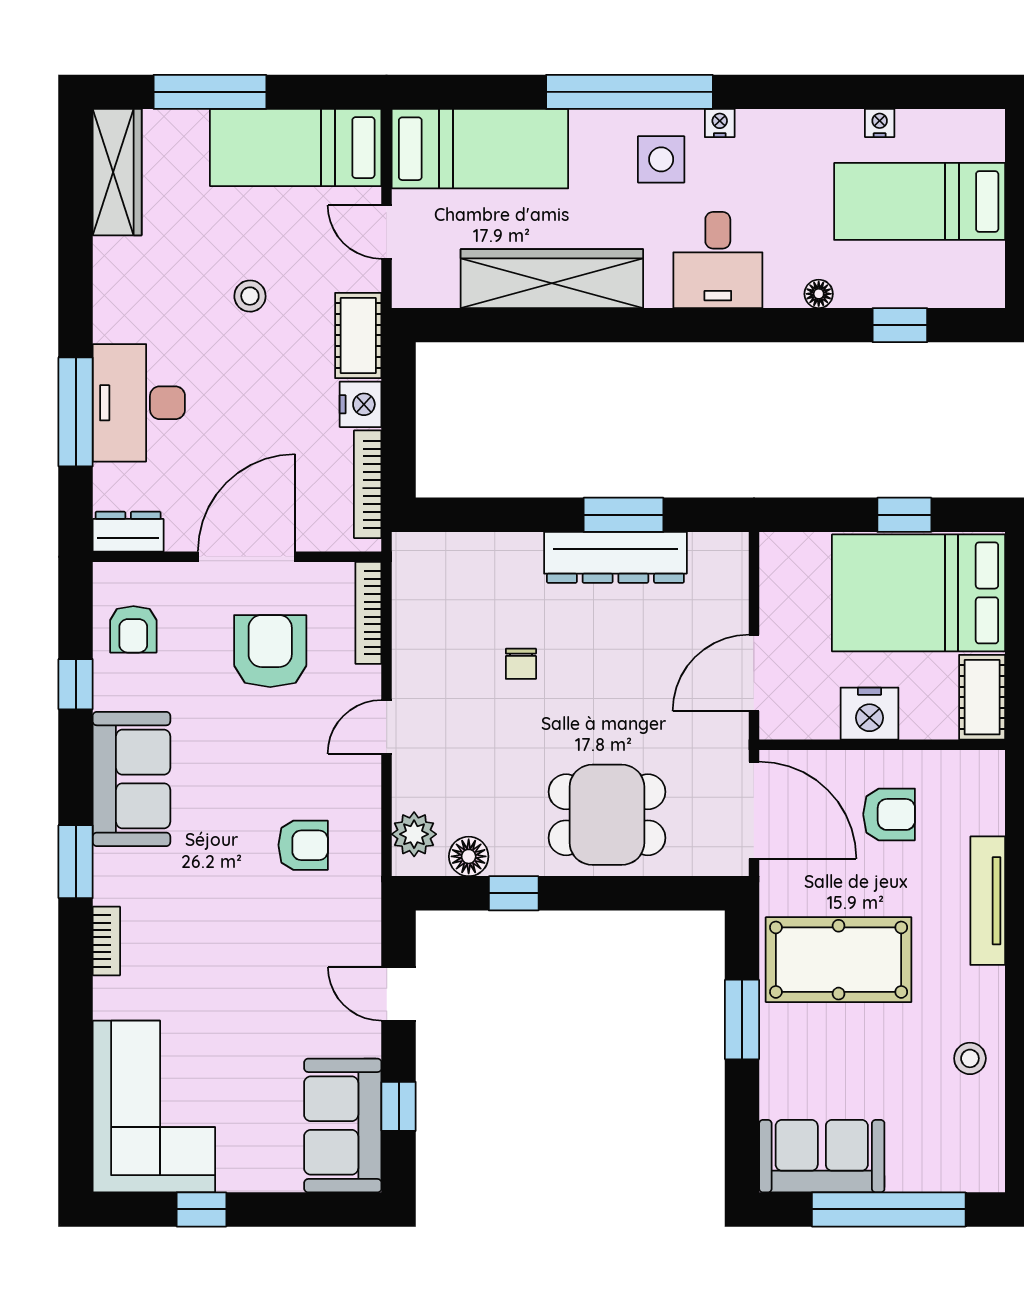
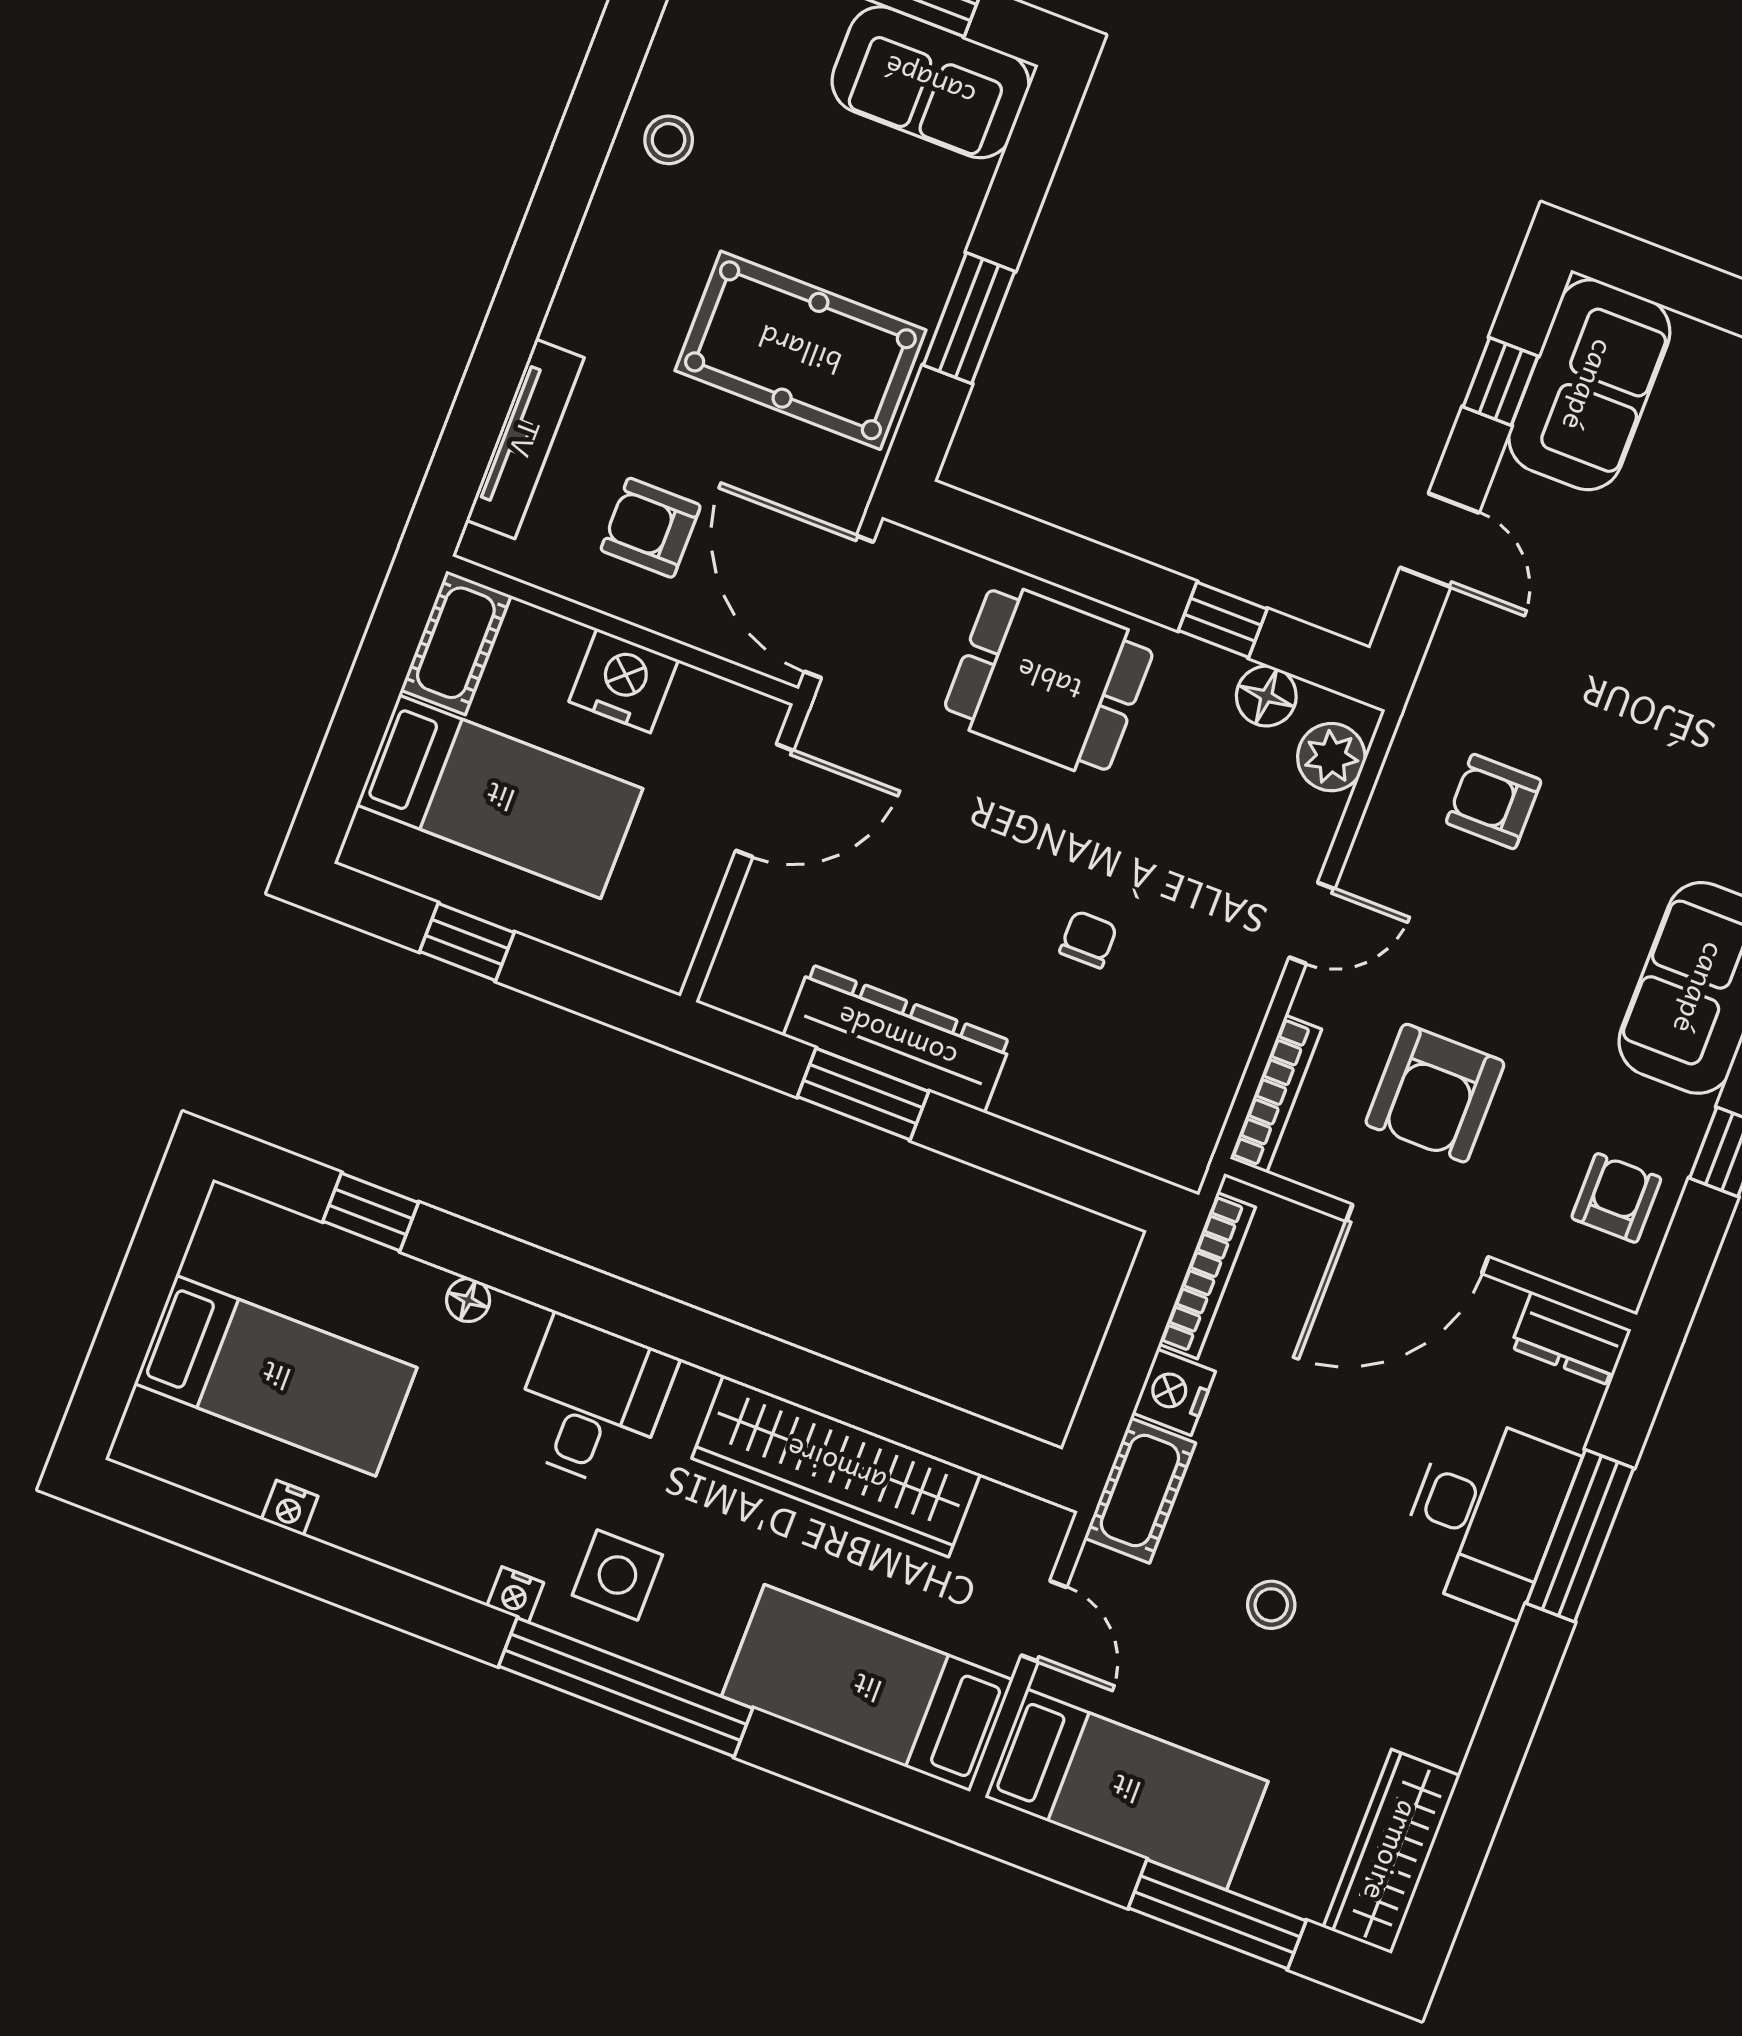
bed: (919, 593) -> (500, 797), width x0.67
tv unit: (988, 901) -> (525, 439), moved

